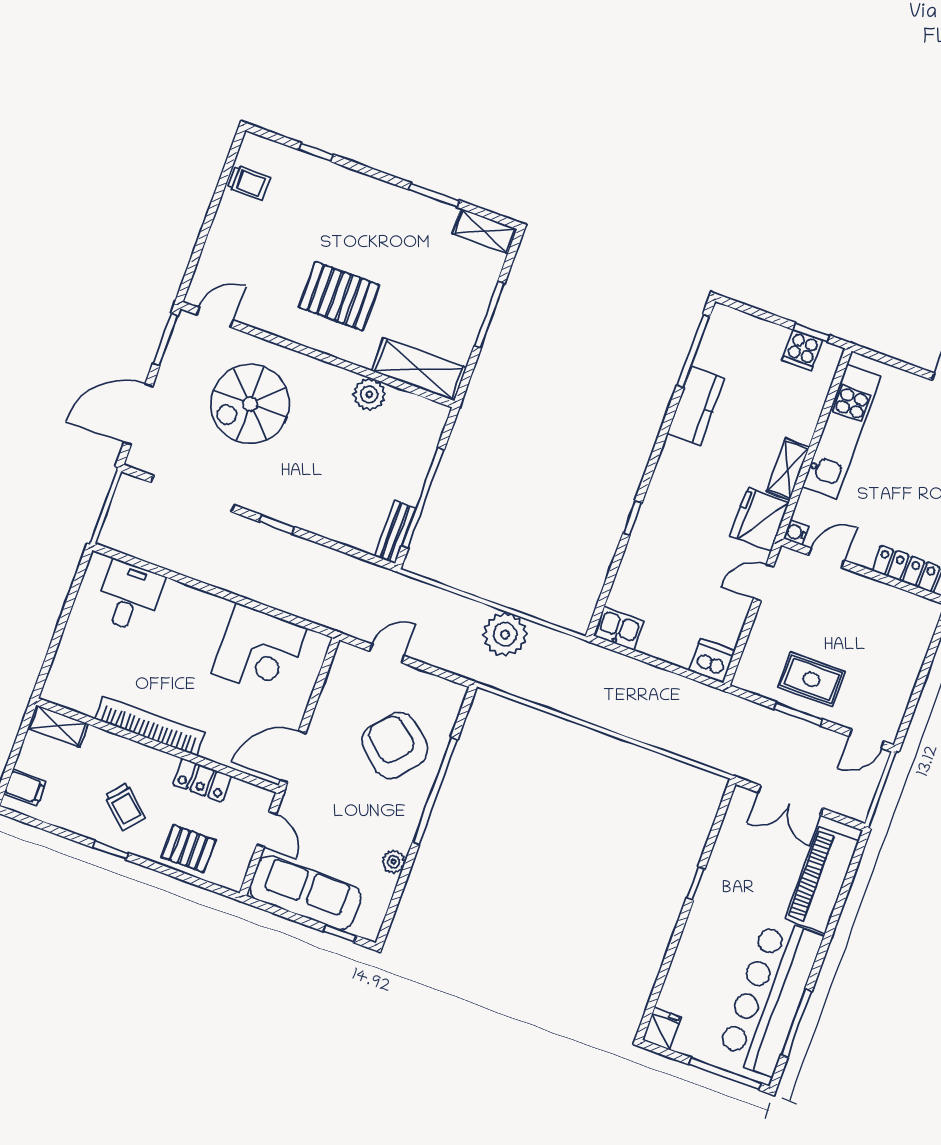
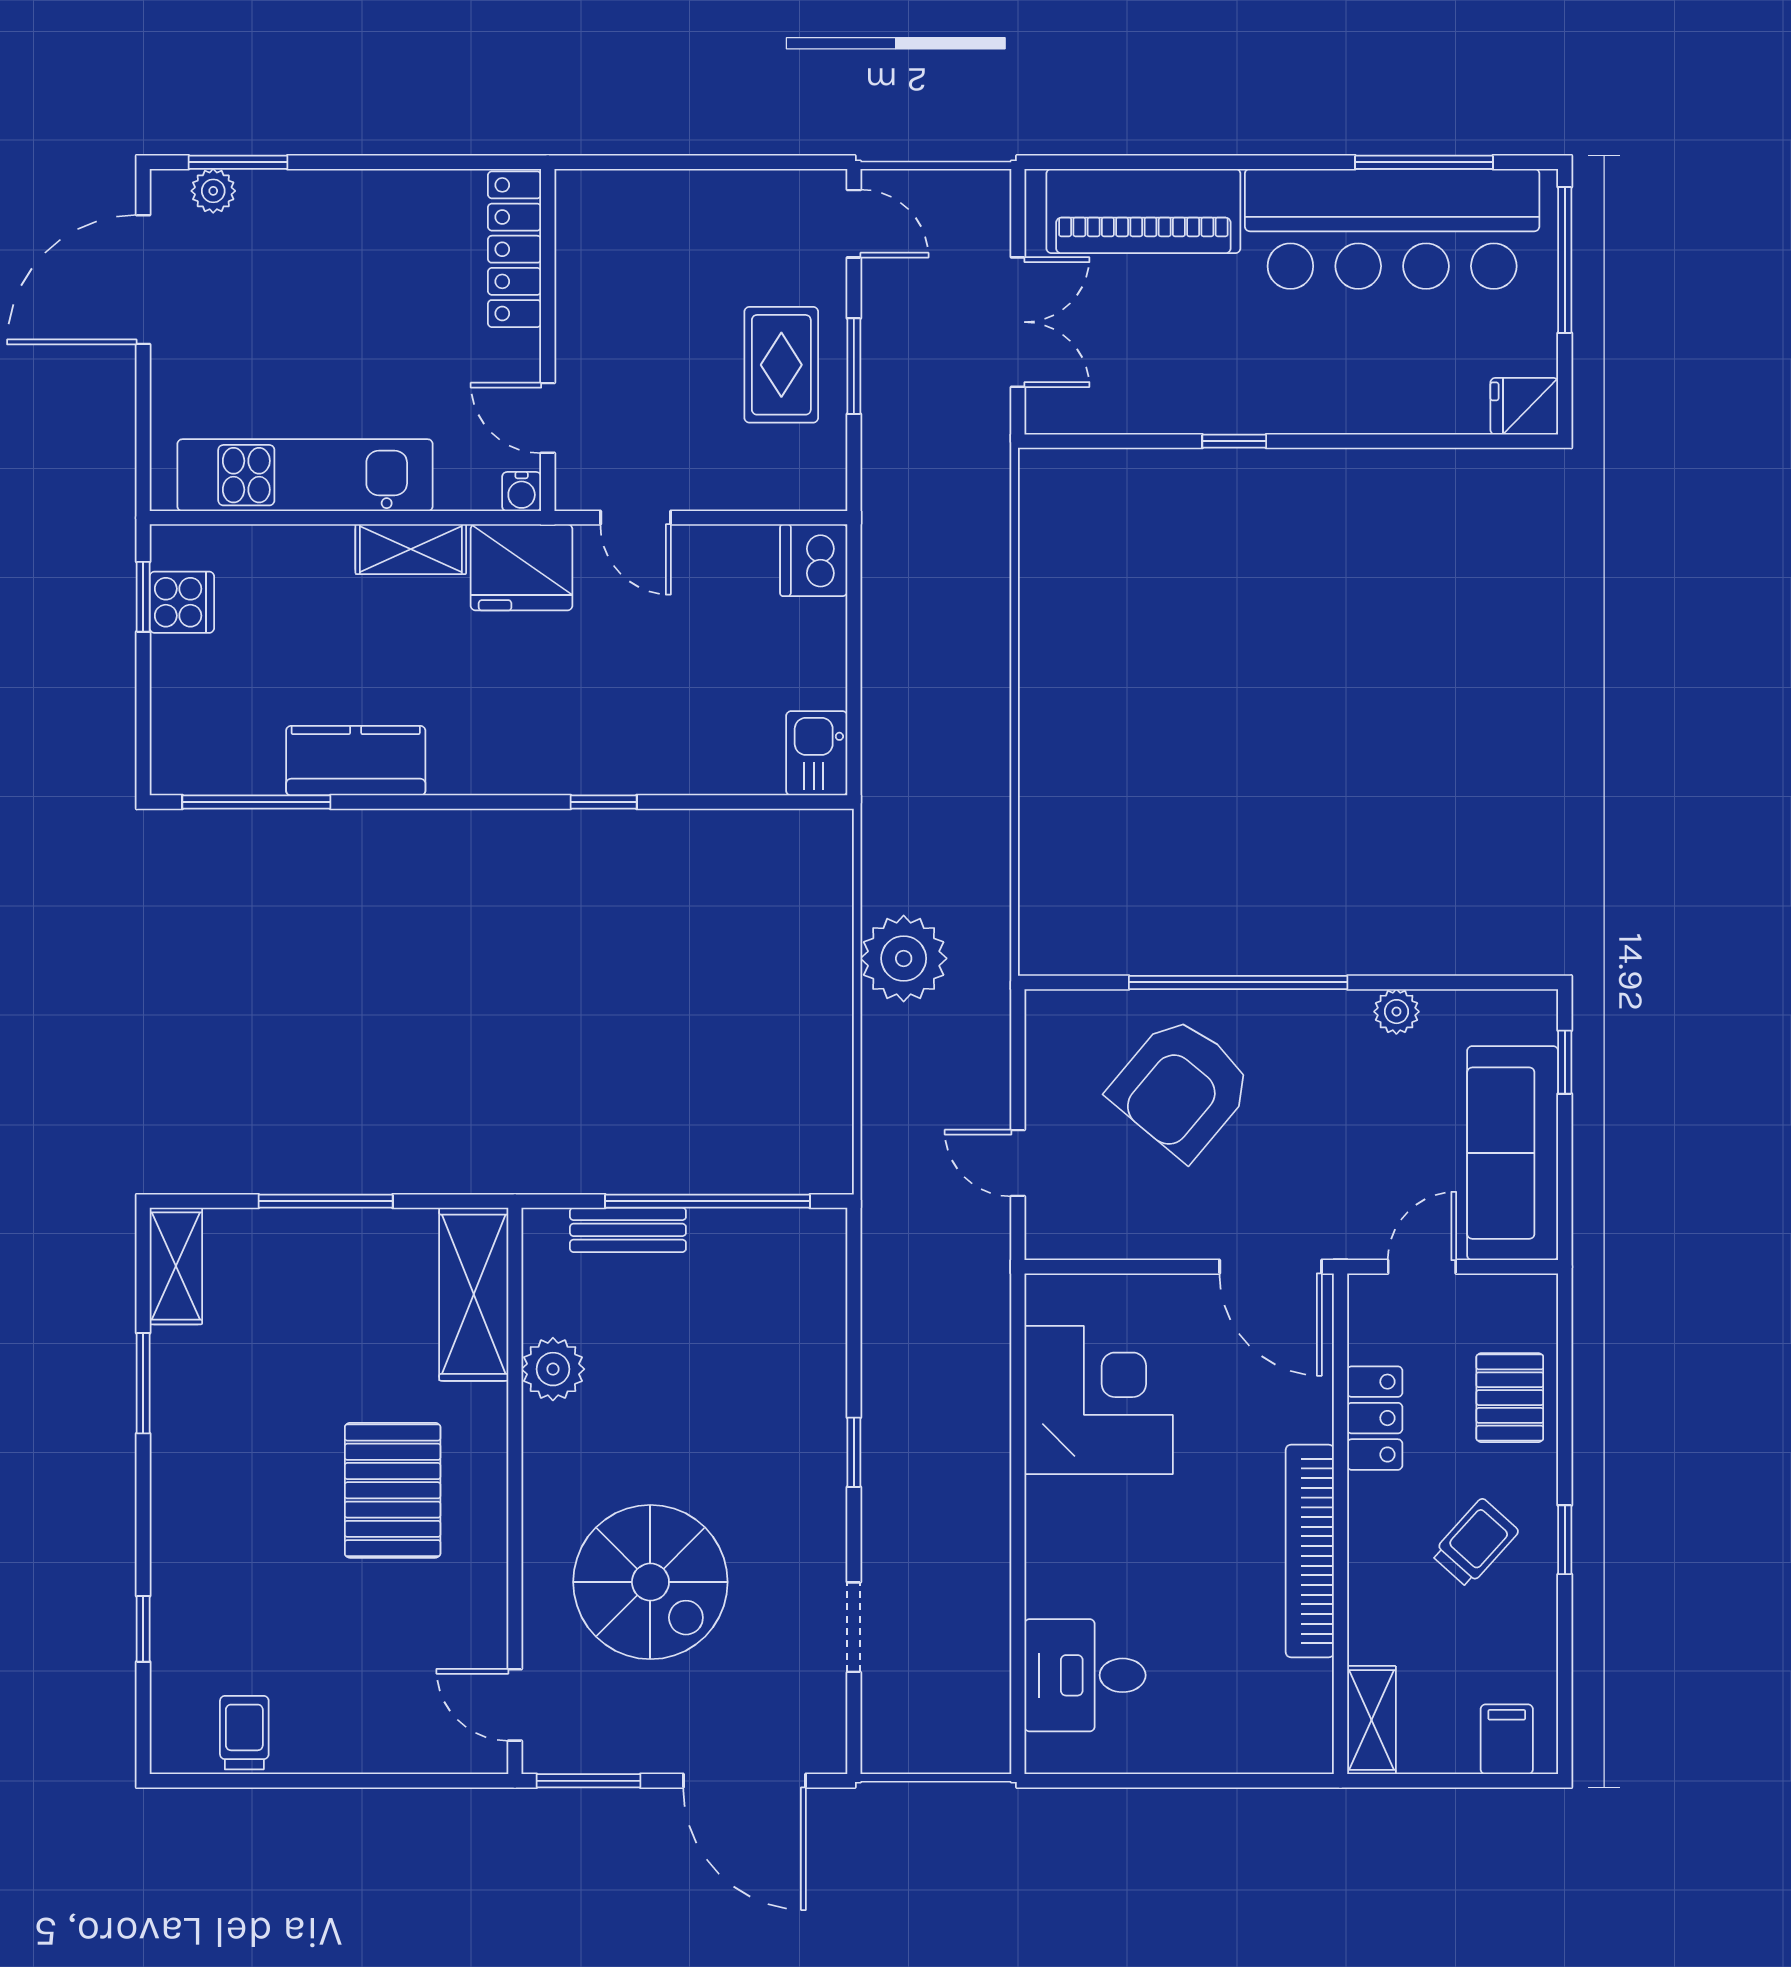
doorway: (193, 494) -> (854, 1627), width x0.53
bench: (395, 532) -> (628, 1230), moved

